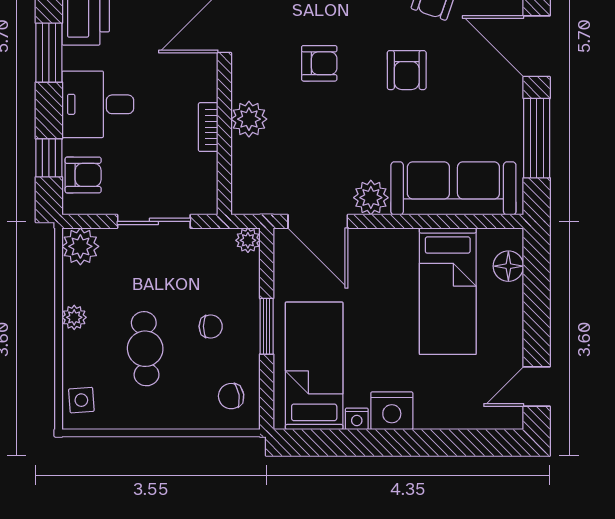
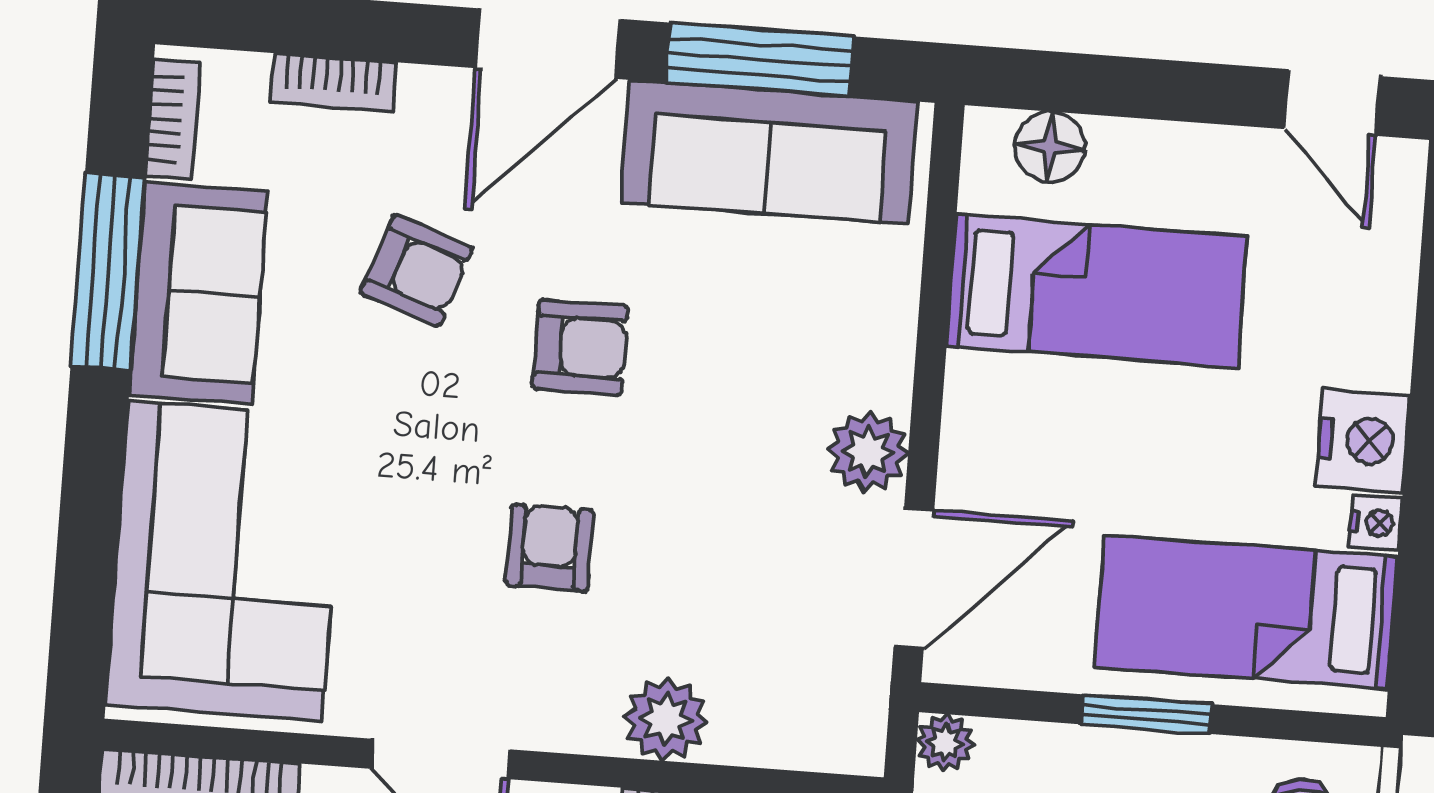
sofa: (453, 188) -> (769, 152), moved, turned -90

